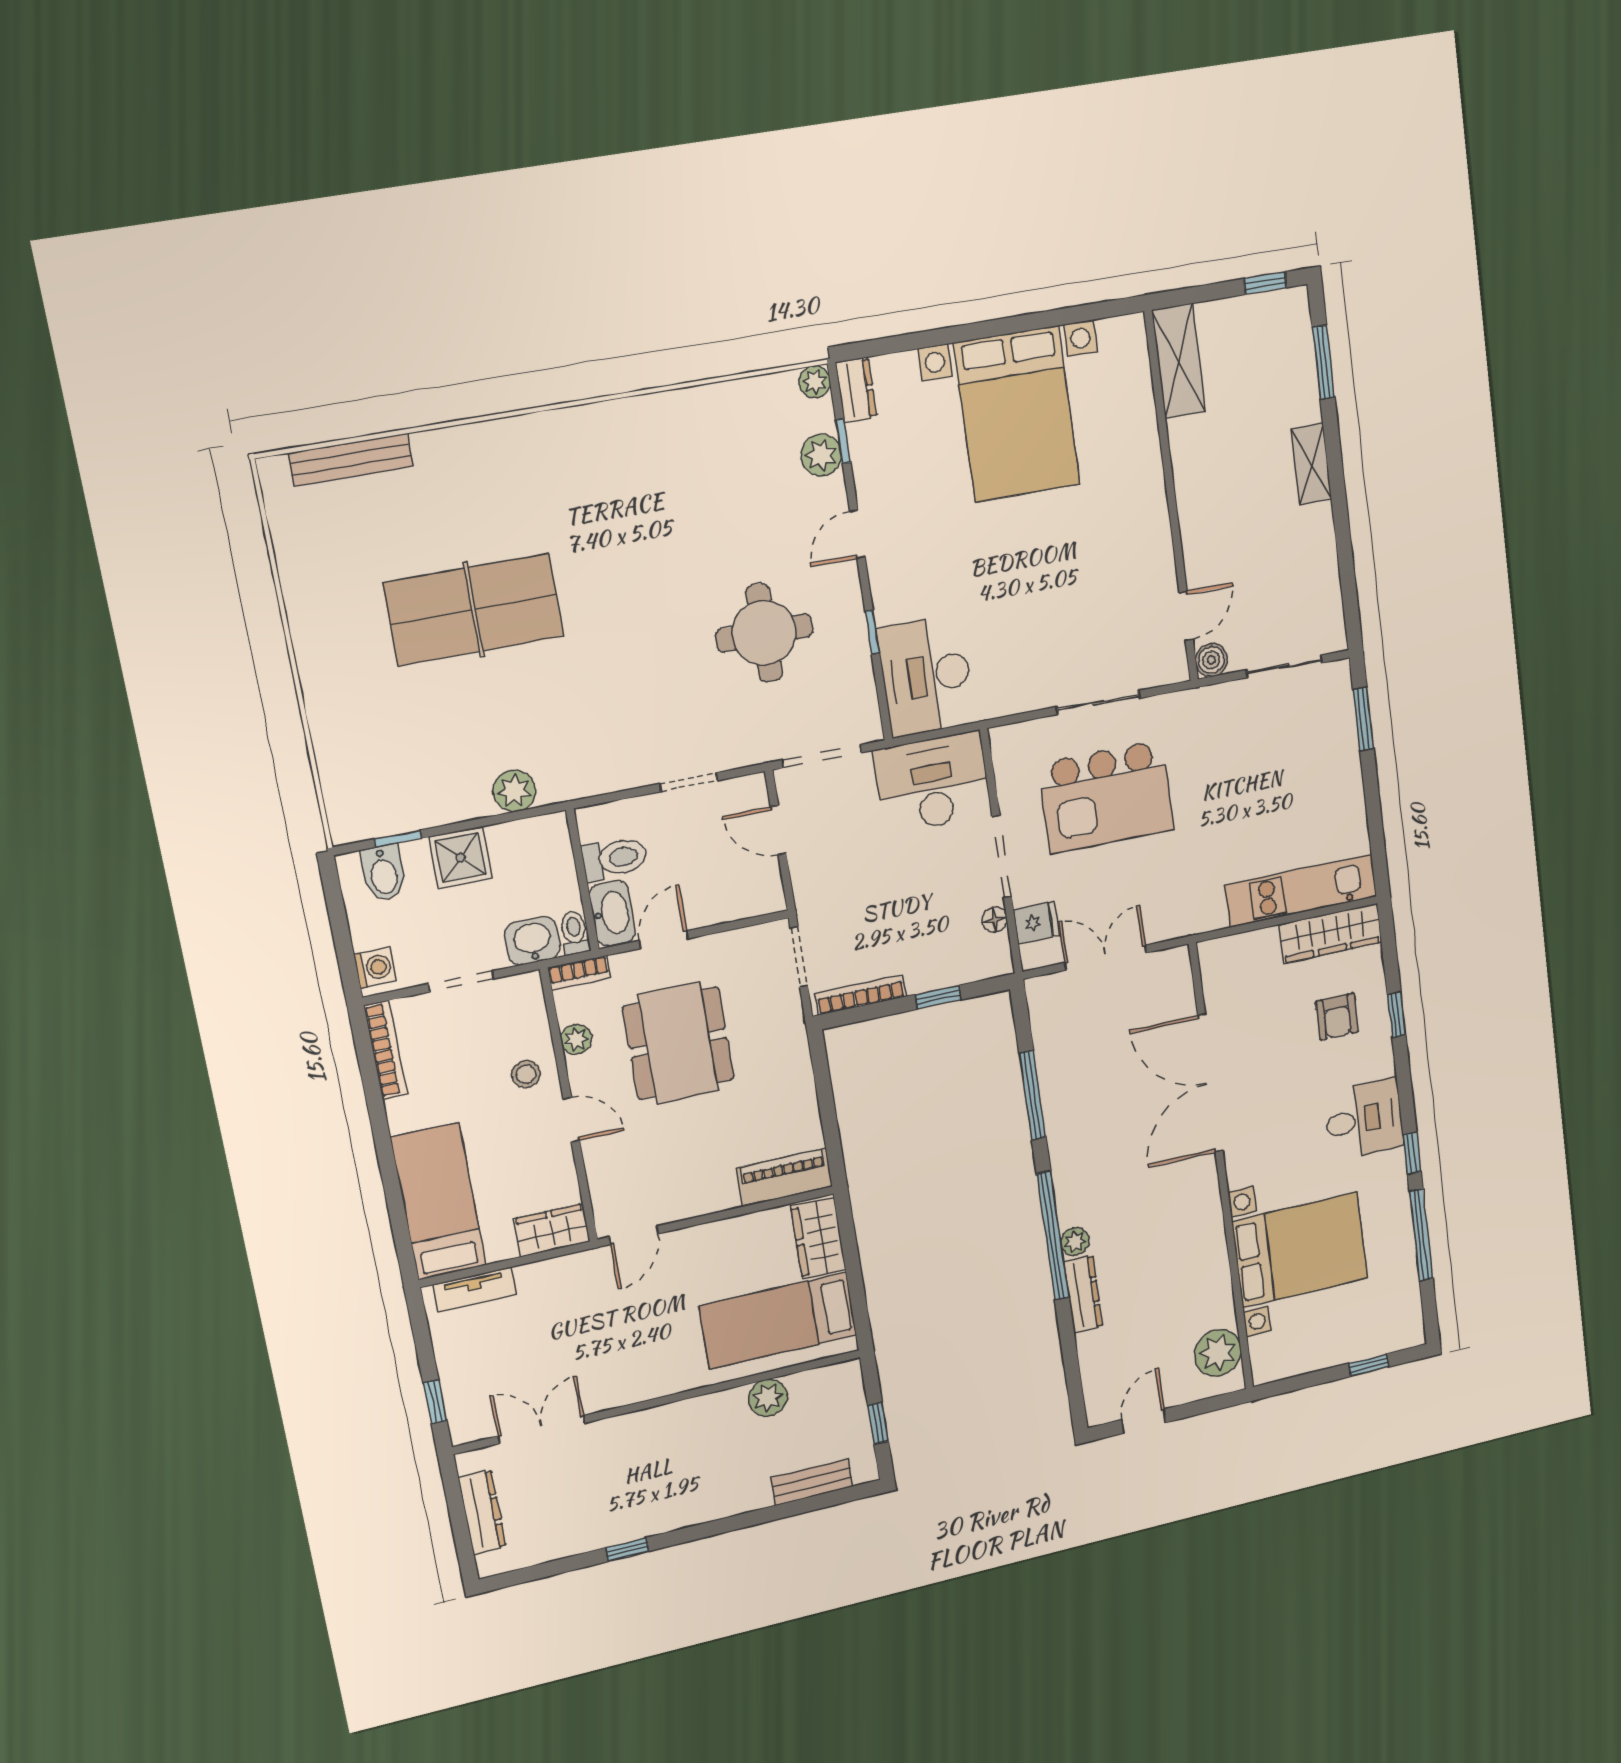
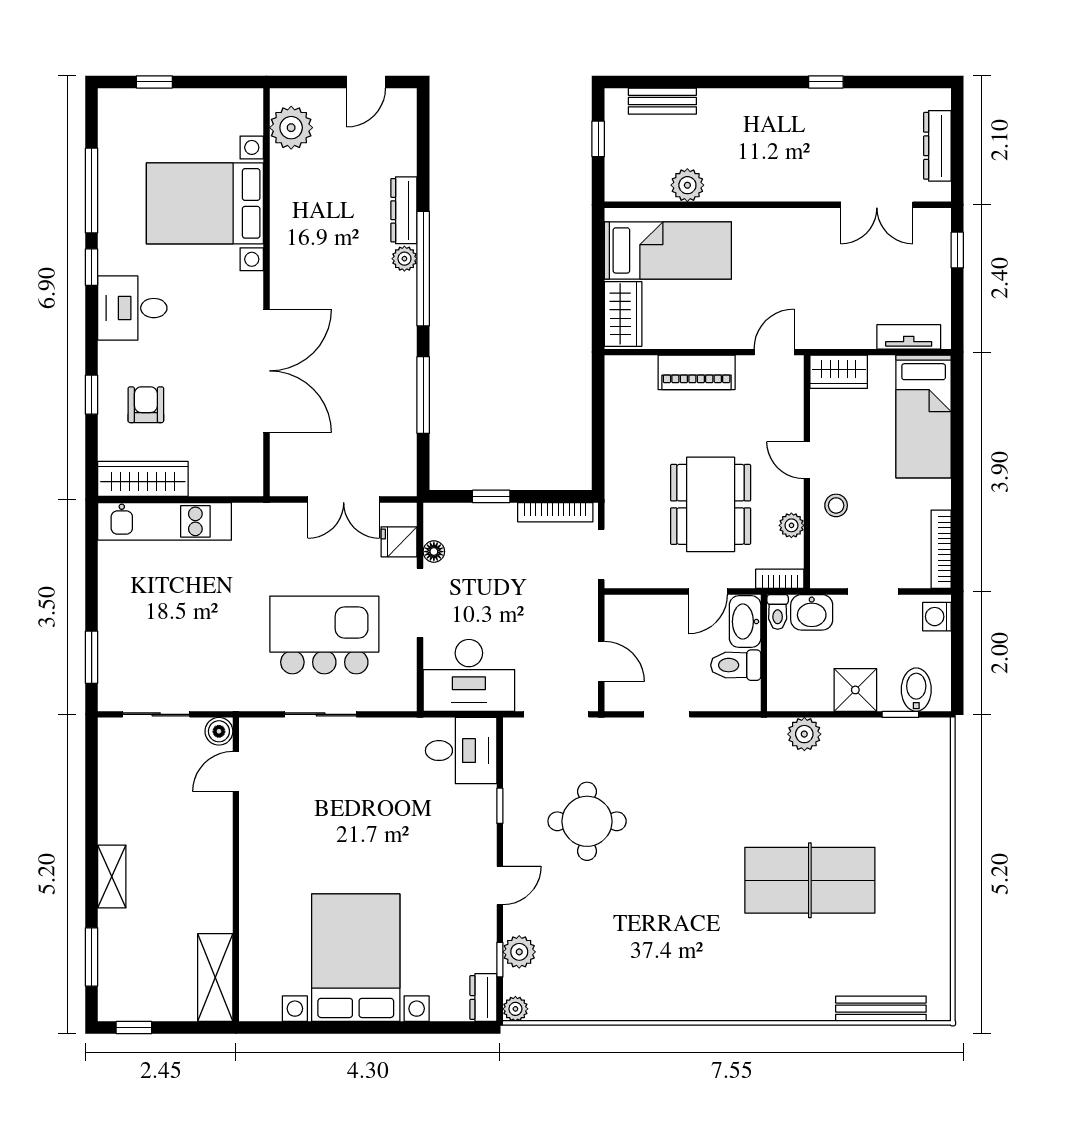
desk: (926, 676) -> (461, 751), width x0.73
piano: (784, 1177) -> (697, 372), moved

